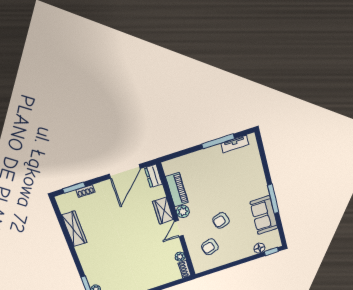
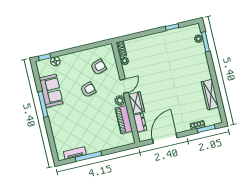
dresser: (153, 176) -> (140, 123), moved

